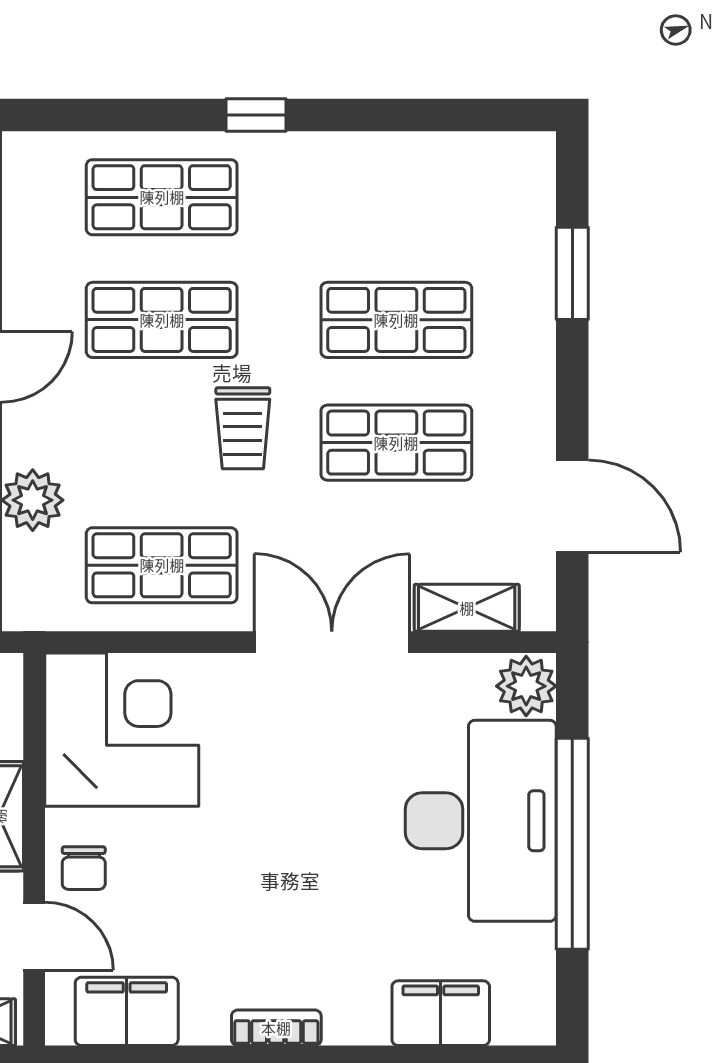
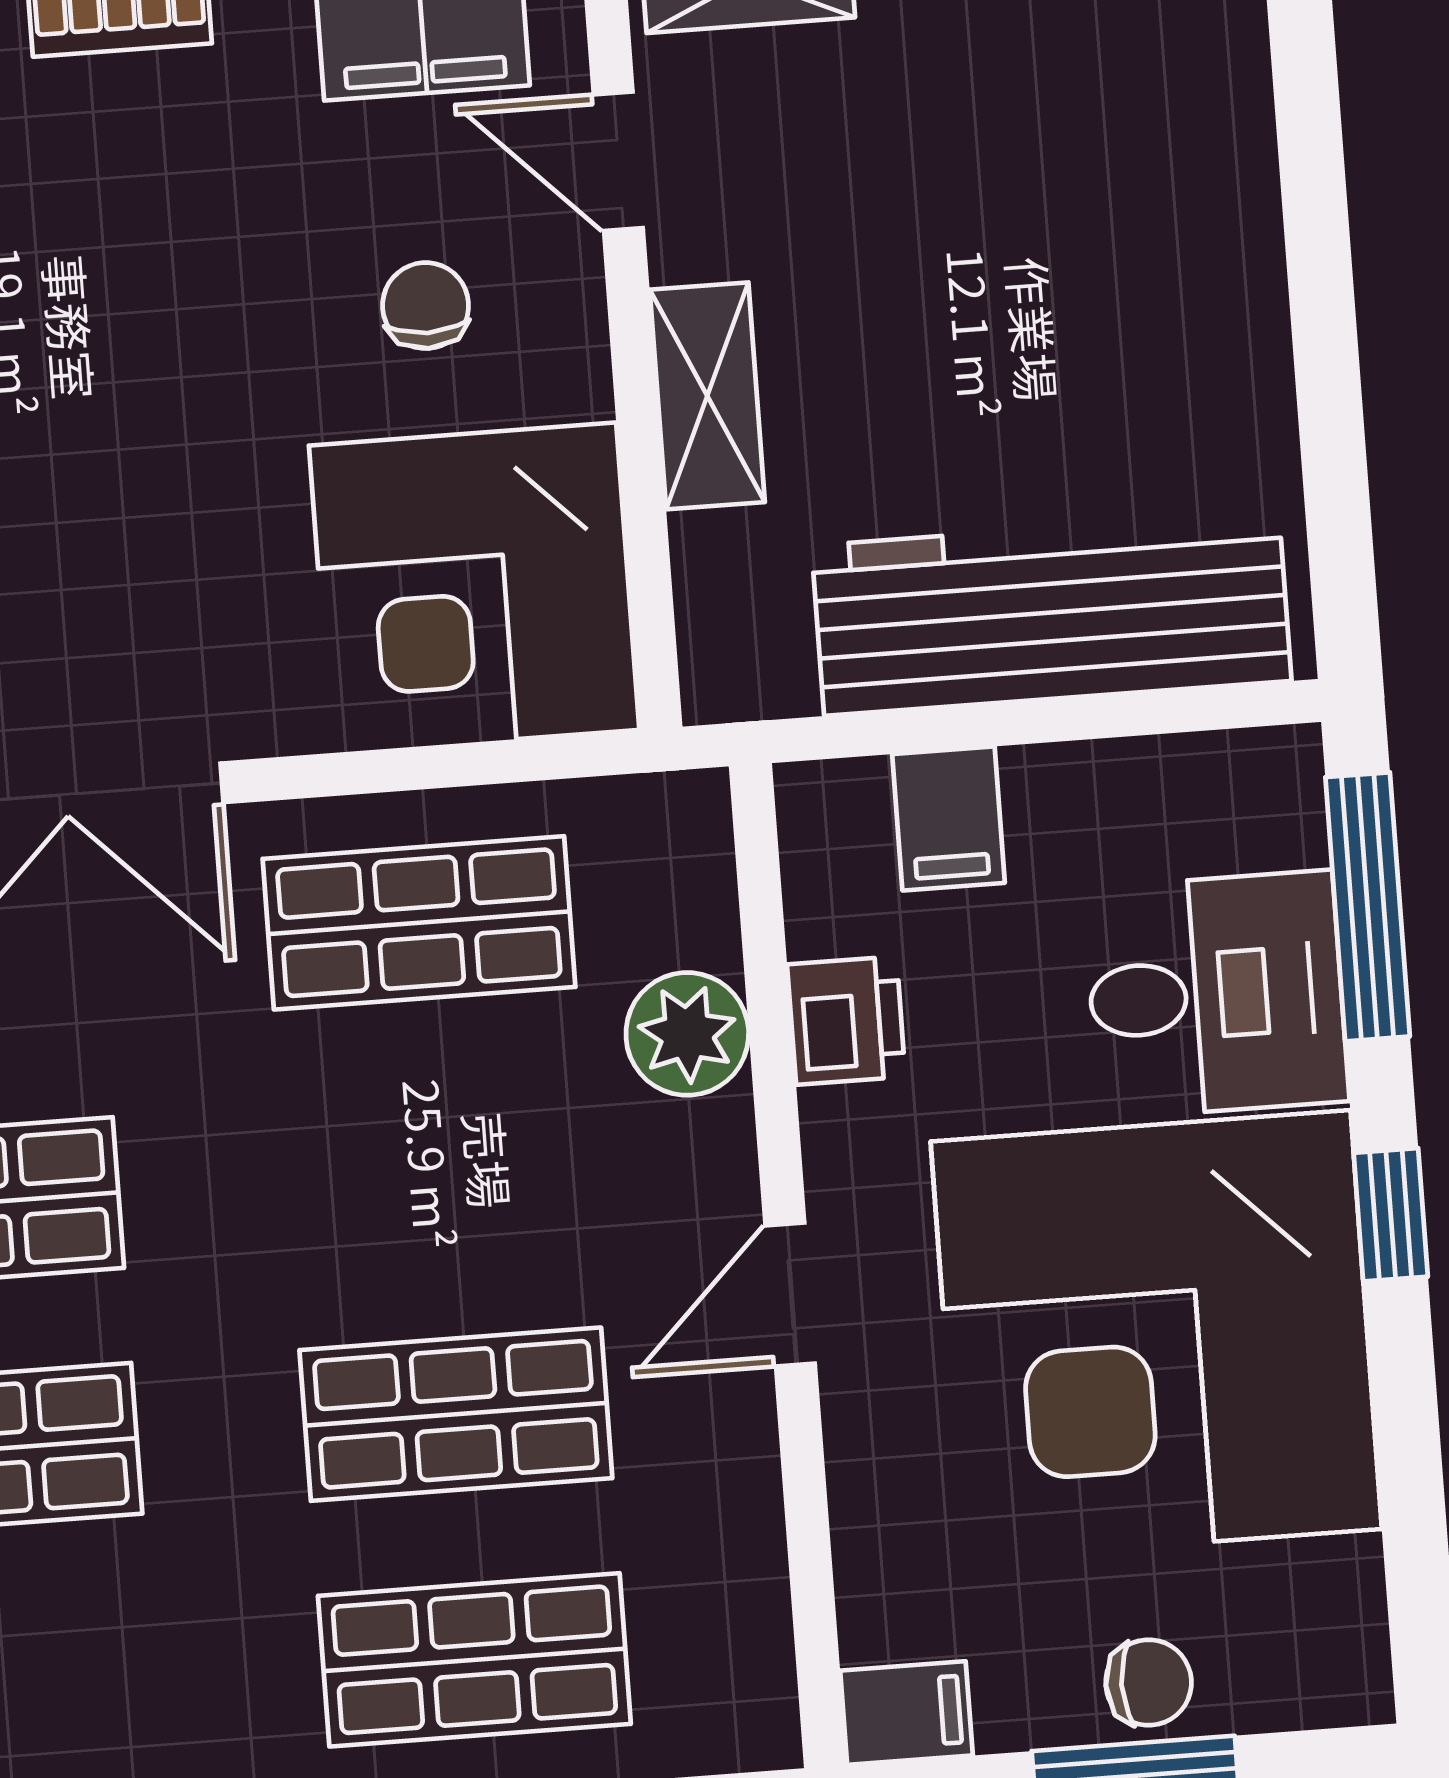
trolley: (243, 428) -> (277, 1209), removed
chair: (84, 868) -> (426, 306), moved

